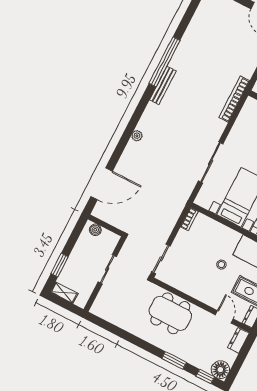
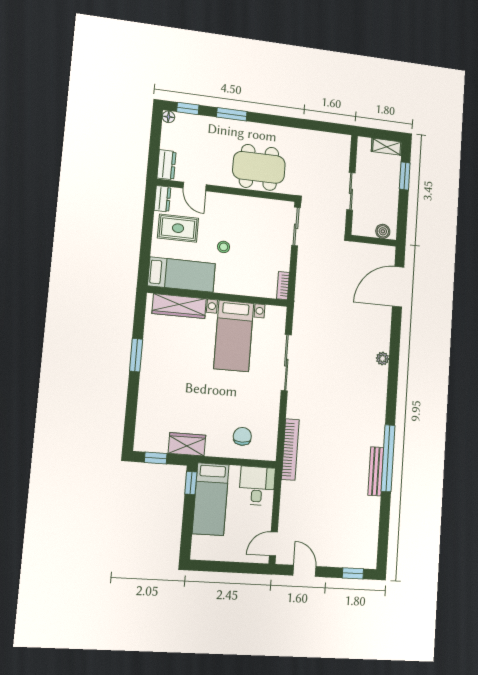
bench: (163, 85) -> (376, 471), moved
floor lamp: (220, 370) -> (168, 117), width x0.53, depth x0.53

